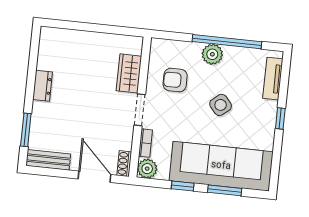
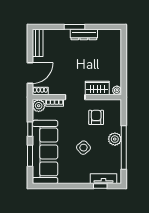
plant: (136, 43) -> (117, 90), added
dresser: (43, 86) -> (84, 35), width x1.44
window: (280, 118) -> (100, 186), moved
window: (26, 130) -> (74, 27), moved

